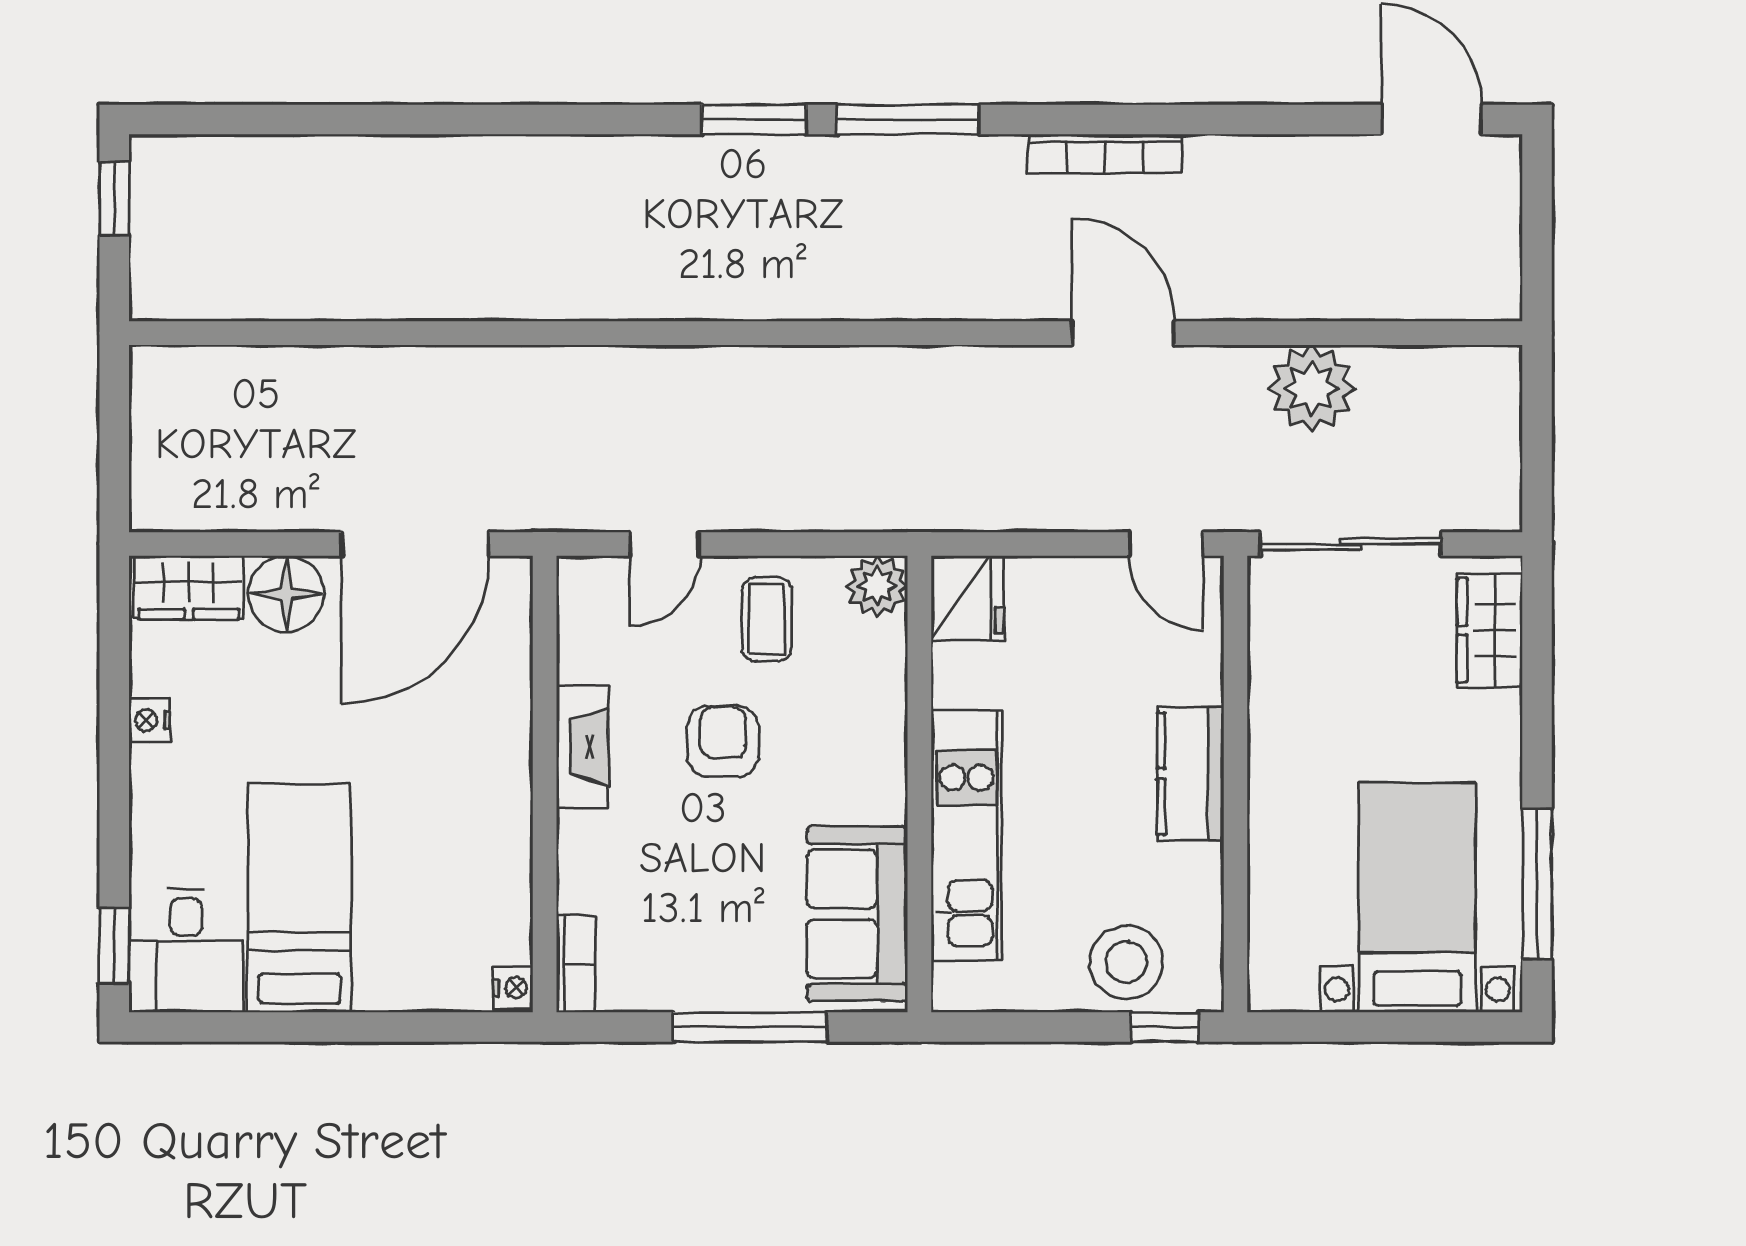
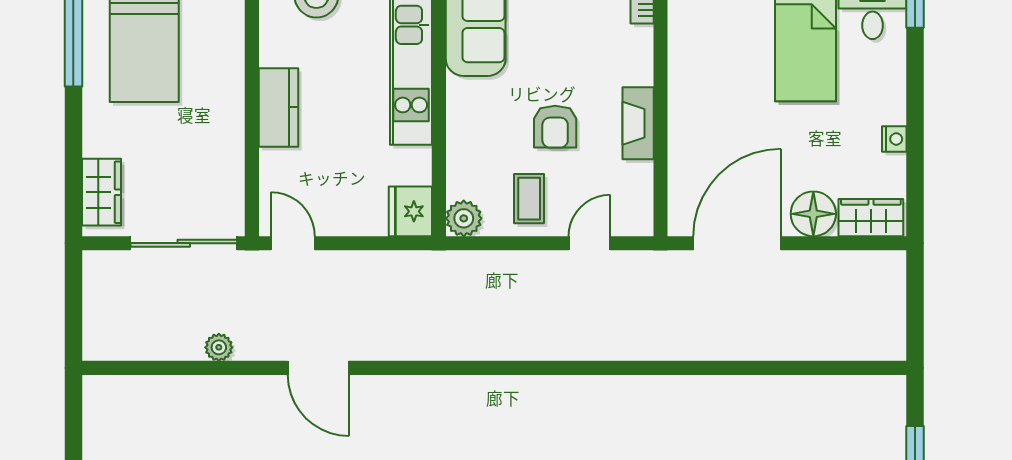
plant: (1312, 388) -> (219, 347), width x0.53, depth x0.53

